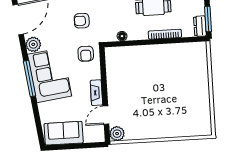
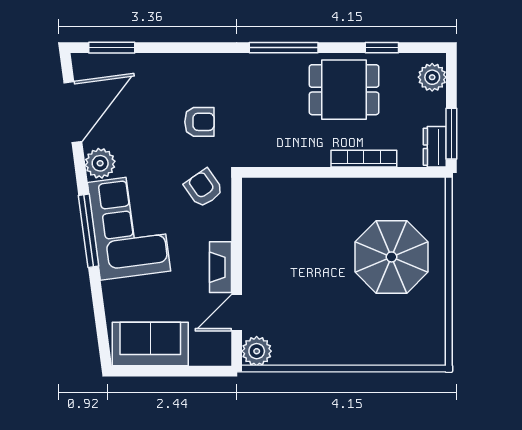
armchair: (82, 21) -> (199, 122), turned 180
floor lamp: (122, 36) -> (278, 157), removed
armchair: (86, 54) -> (204, 188), turned 145
parasol: (182, 83) -> (391, 257), added

